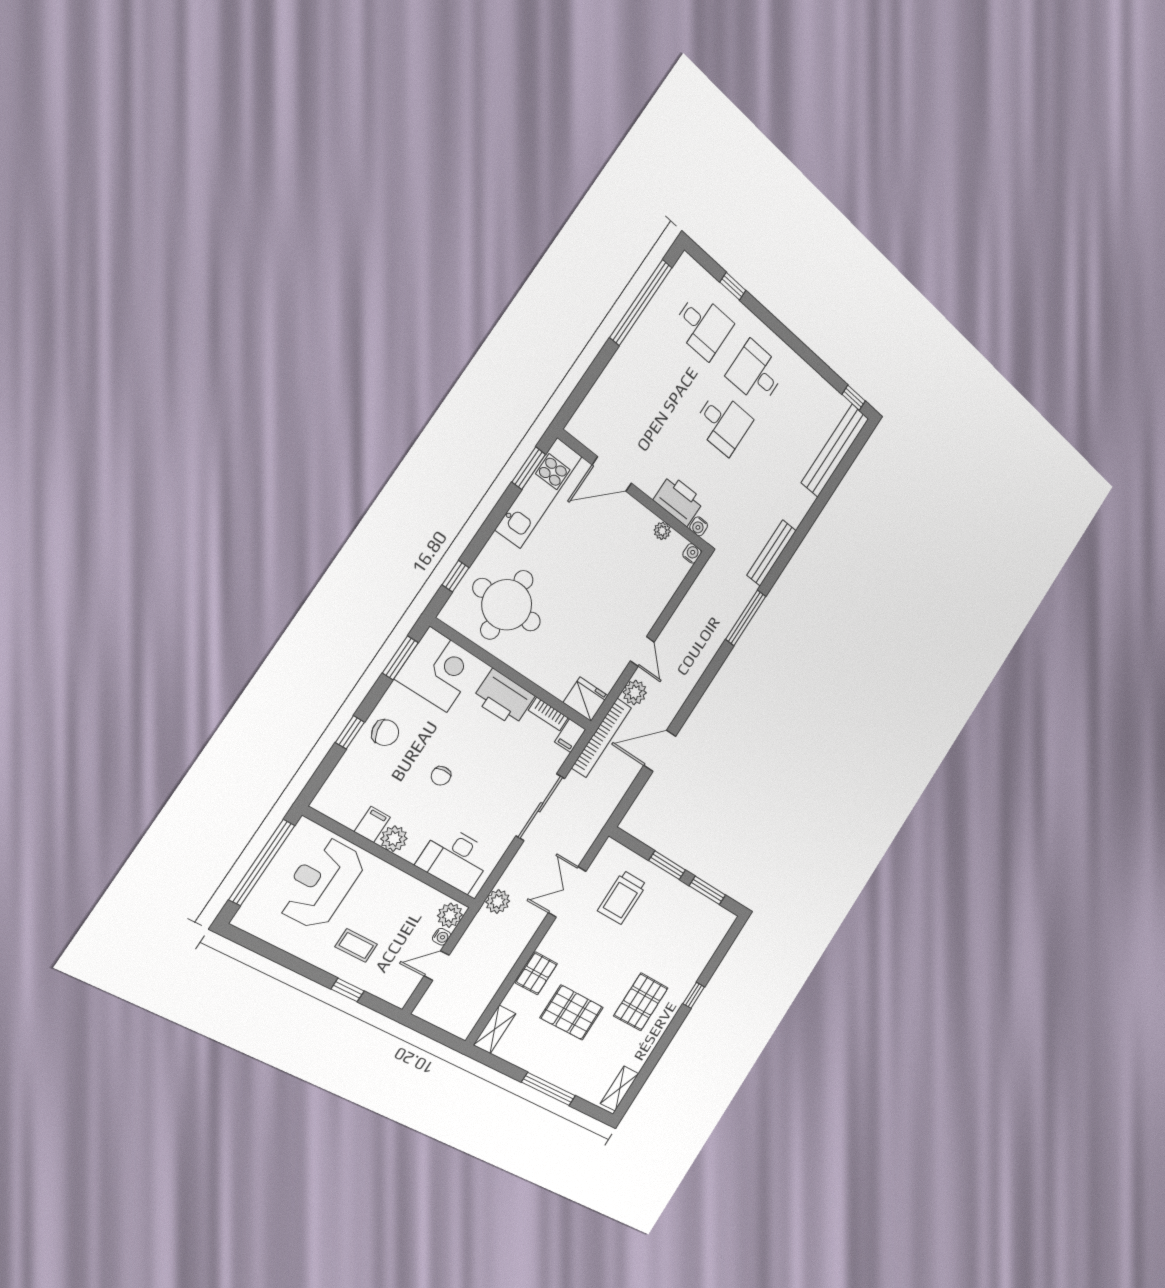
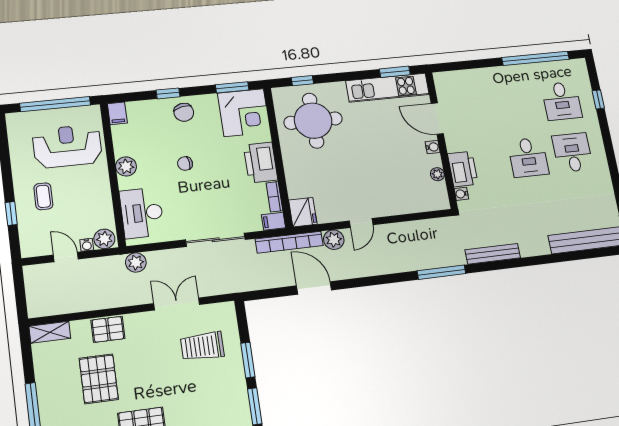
water cooler: (692, 553) -> (433, 147), moved
filing cabinet: (372, 824) -> (117, 113), moved, turned 90

